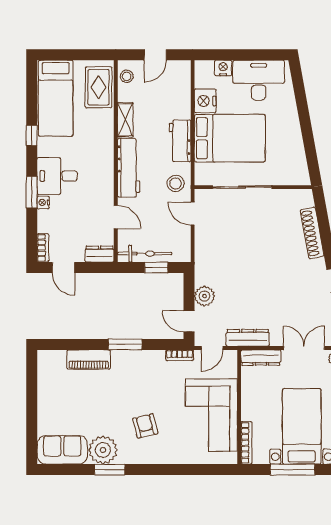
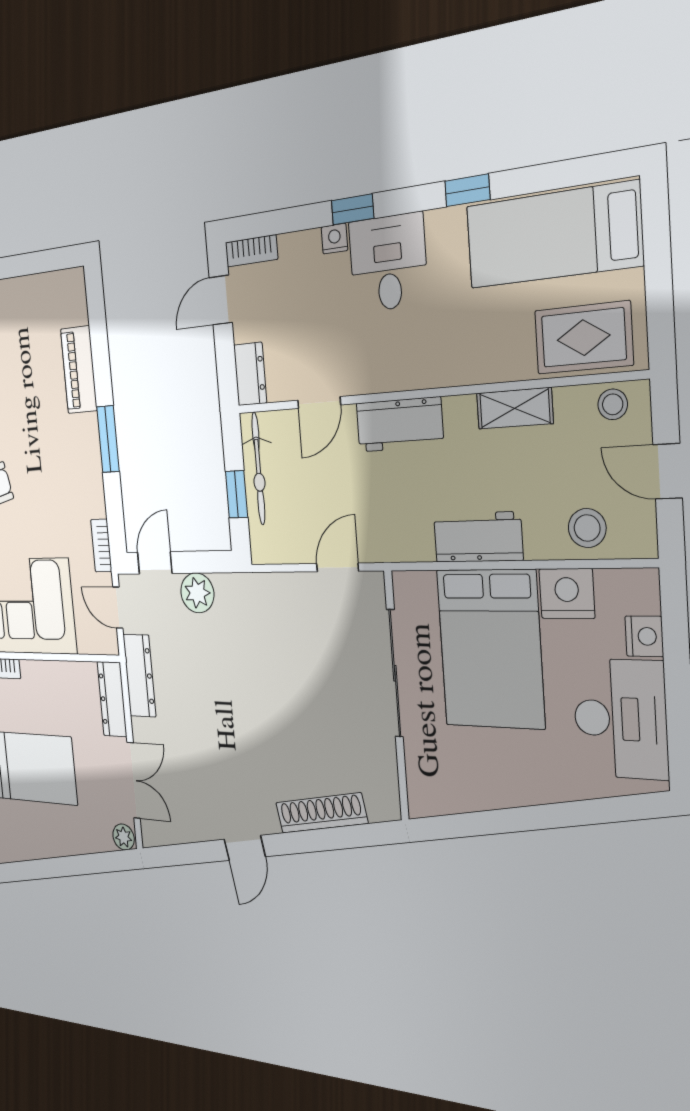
workbench: (129, 168) -> (400, 425), width x0.73
stool: (176, 183) -> (587, 528), moved
window: (32, 192) -> (353, 209), width x0.67

